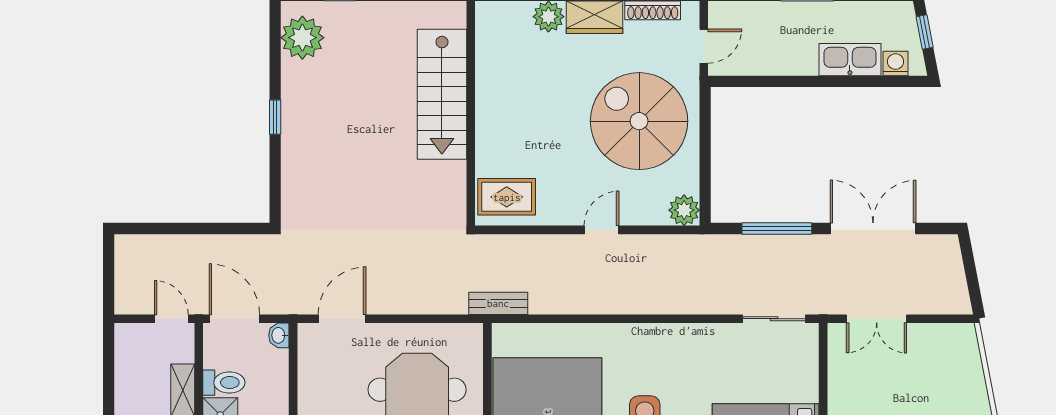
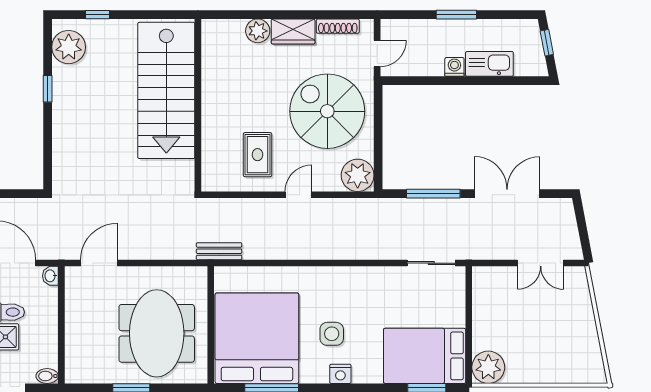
washing machine: (896, 64) -> (454, 67), moved
stairs: (442, 94) -> (166, 90), width x1.36, depth x1.51
window: (275, 117) -> (48, 89), moved
rug: (507, 197) -> (257, 155), moved, turned 90
plant: (684, 210) -> (358, 175), width x1.36, depth x1.36
double door: (877, 319) -> (541, 263), moved

